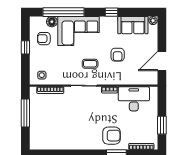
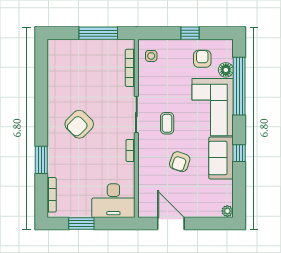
sofa: (133, 25) -> (221, 158), moved
armchair: (118, 55) -> (180, 162), turned -71
desk: (134, 99) -> (113, 201), moved, turned 90
armchair: (111, 136) -> (79, 124), moved, turned 45

